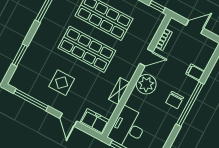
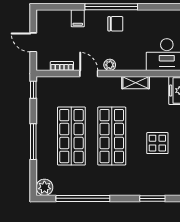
plant: (146, 84) -> (110, 65), width x0.53, depth x0.53

